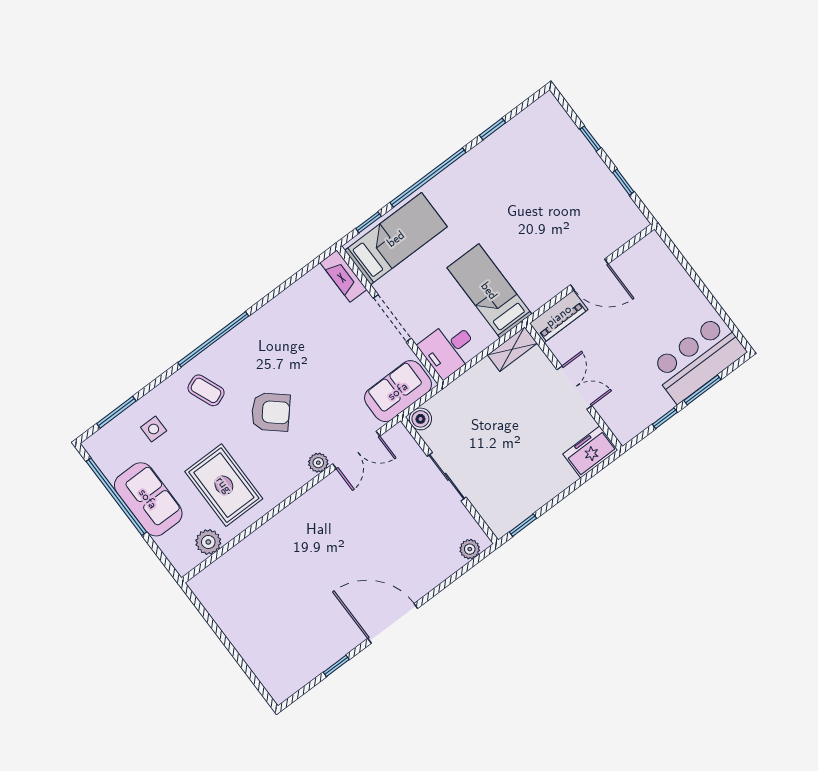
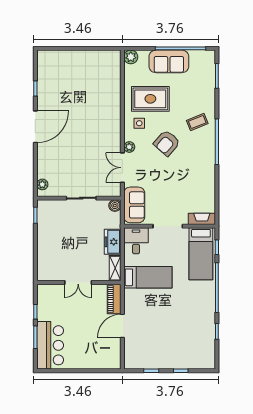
side table: (154, 429) -> (139, 123), moved
freezer: (590, 452) -> (113, 242), moved, turned 180
plant: (208, 542) -> (131, 57), moved

